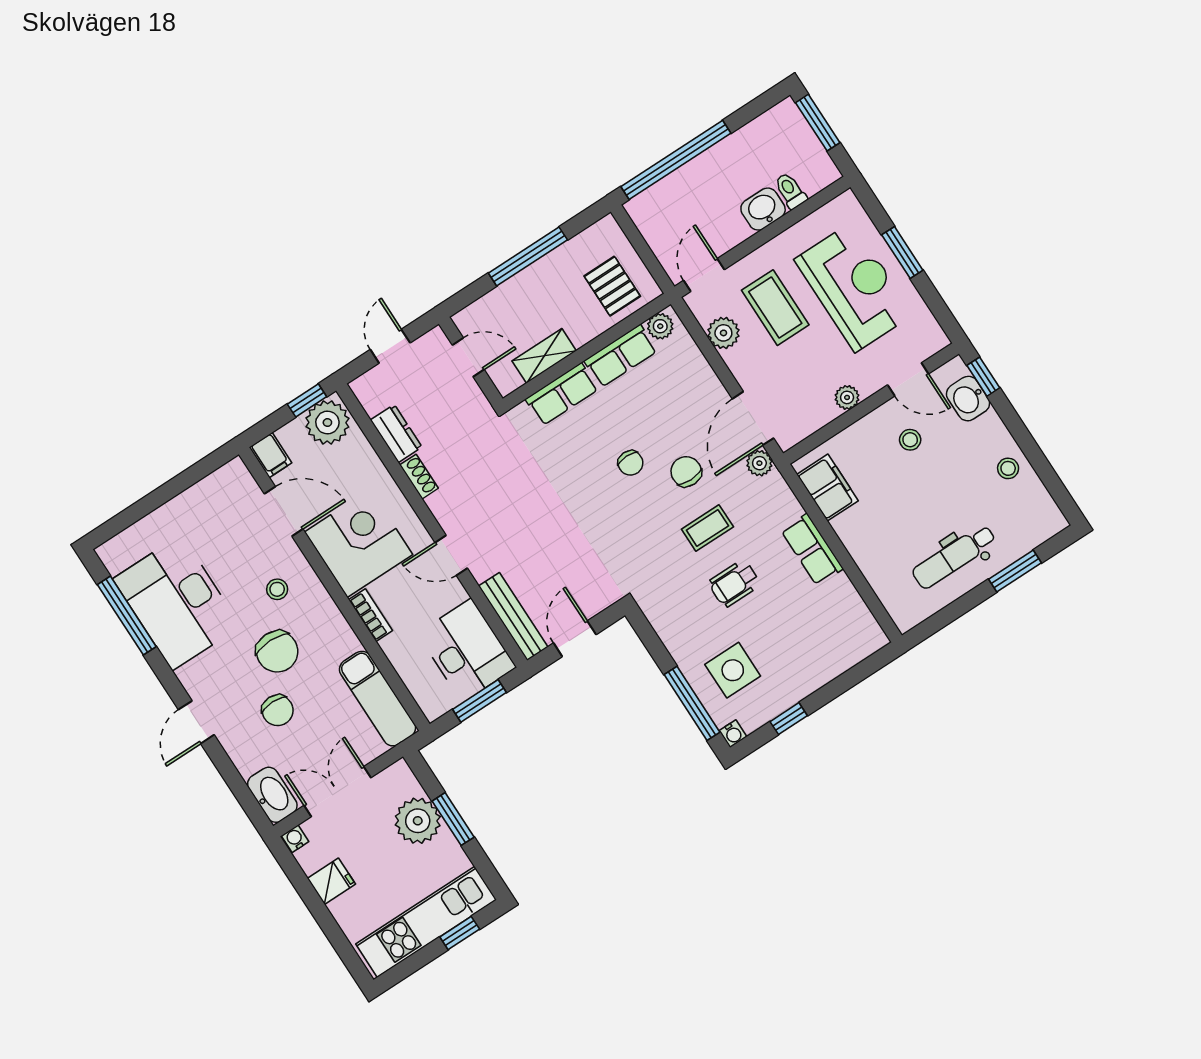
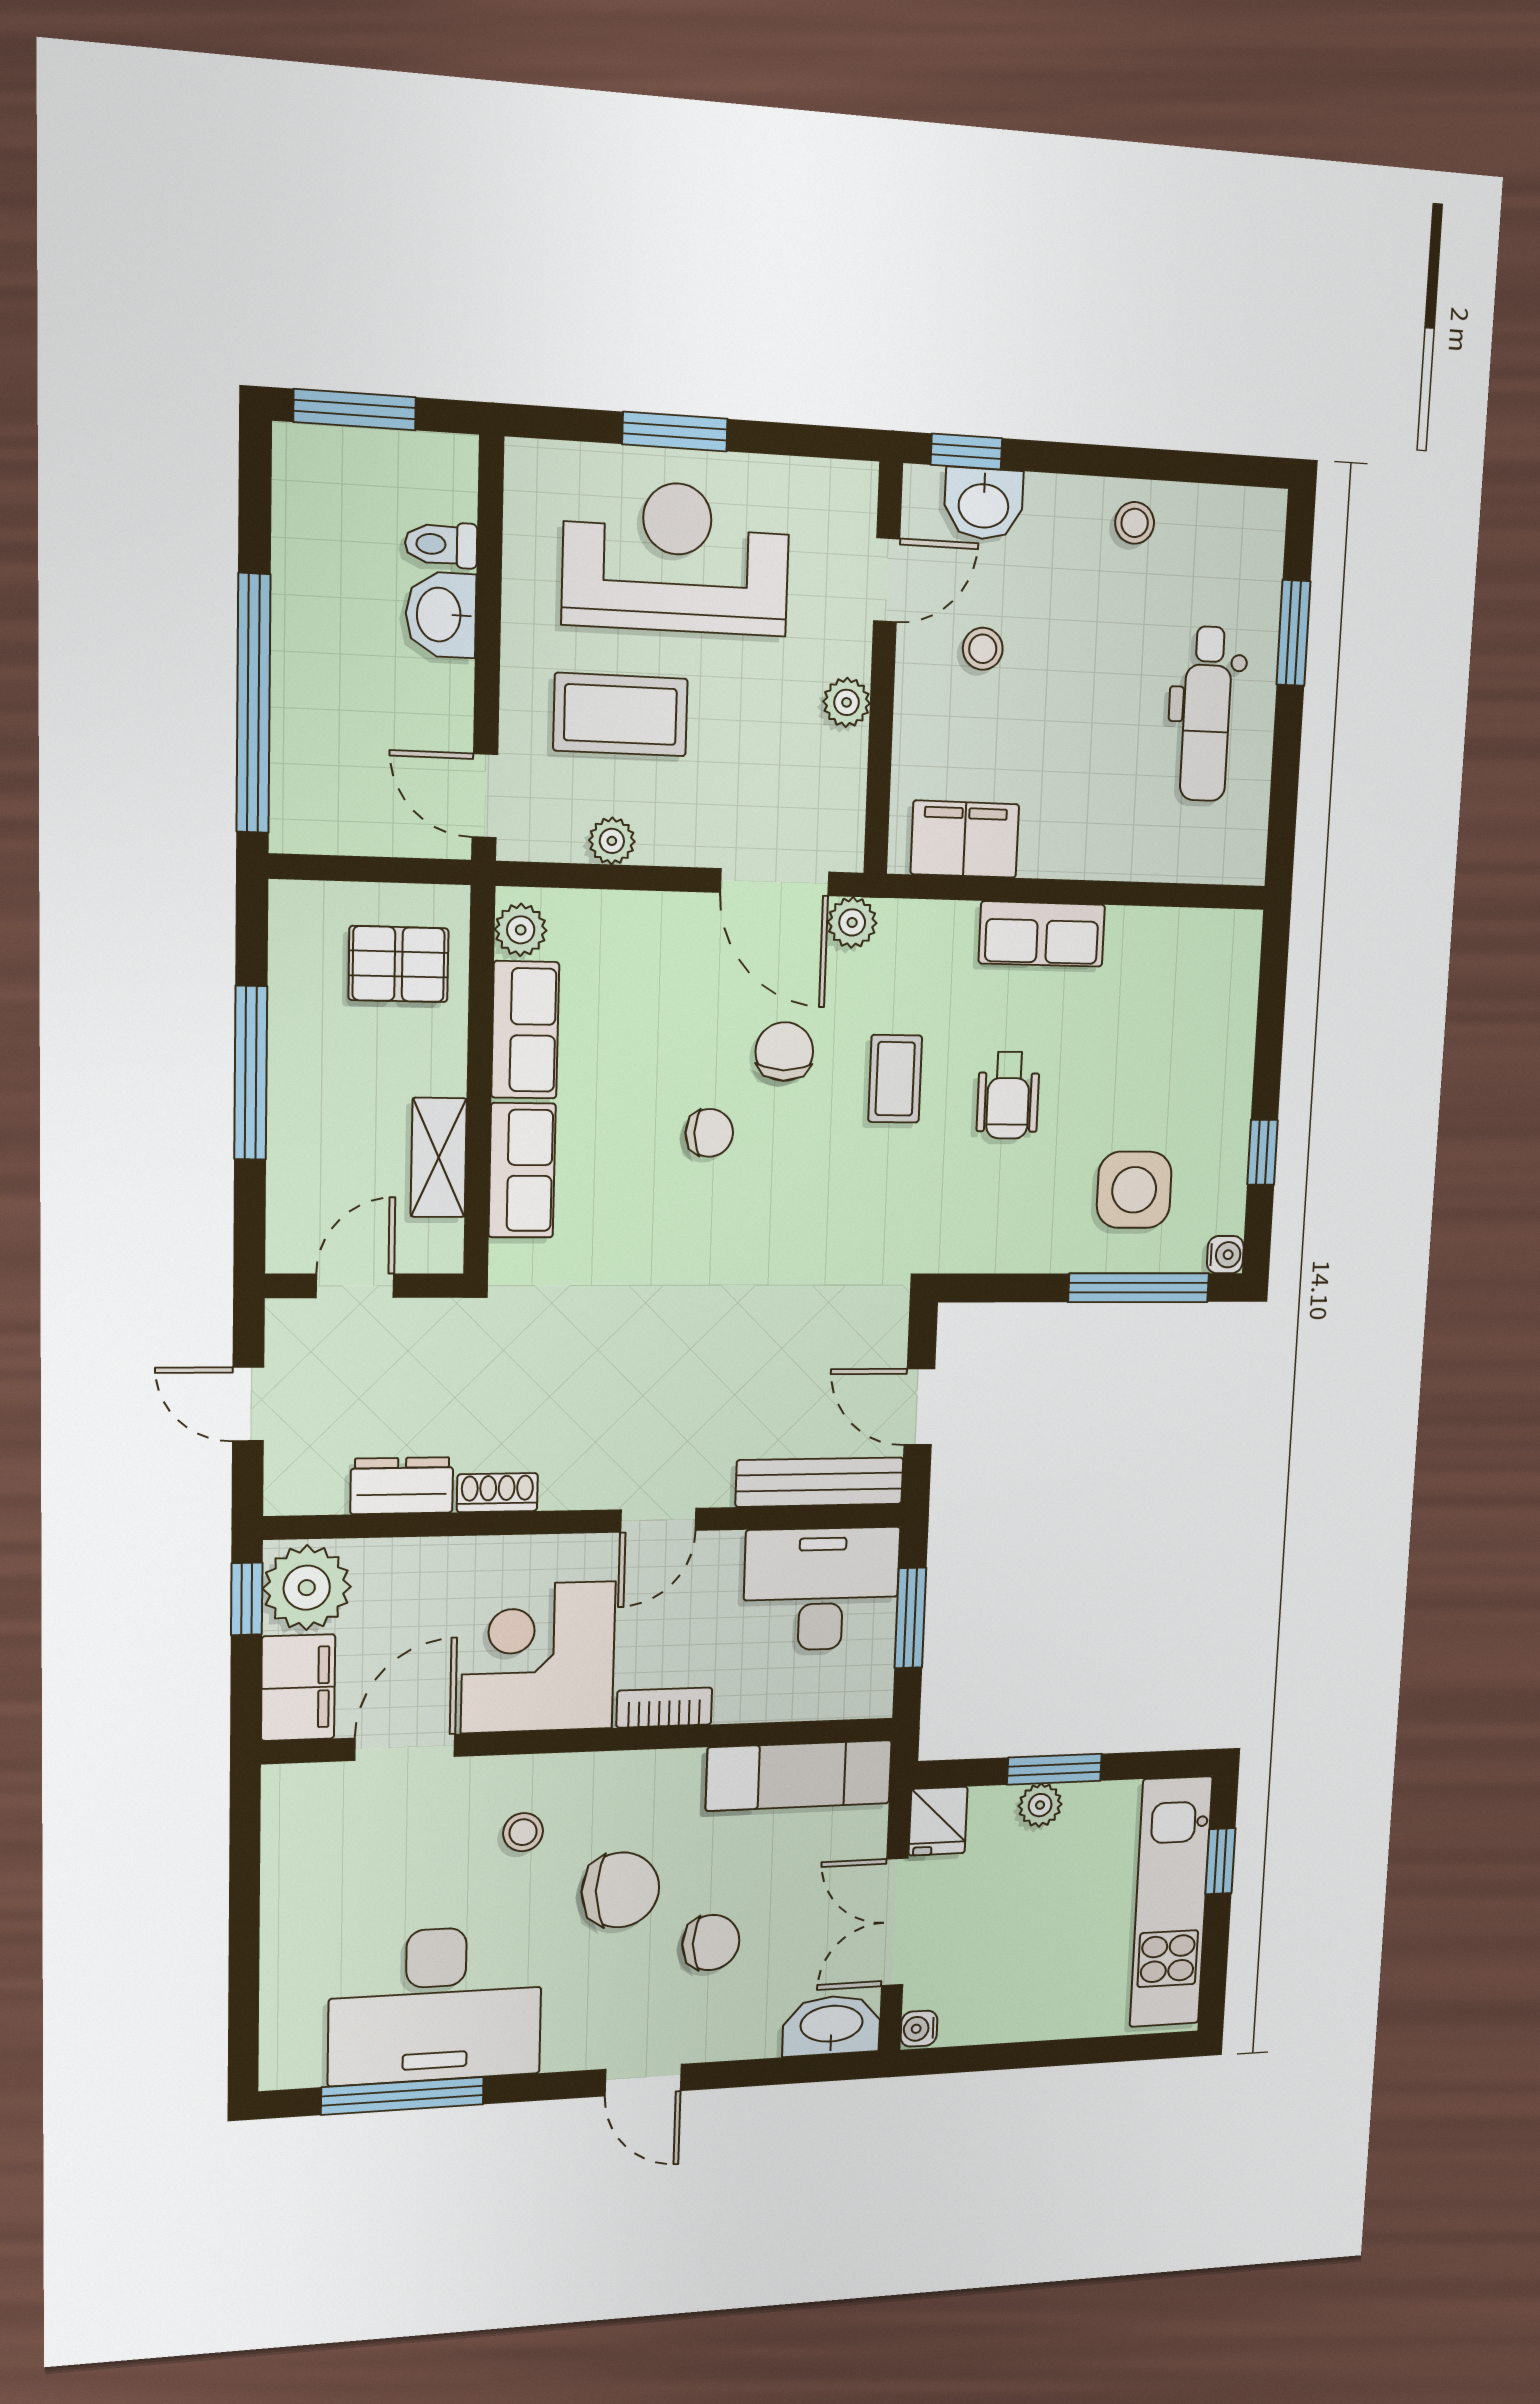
plant: (723, 333) -> (612, 841), width x0.73, depth x0.73
filing cabinet: (271, 455) -> (298, 1688), width x2.00
chair: (686, 472) -> (784, 1052), turned 90
plant: (418, 821) -> (1040, 1805), width x0.53, depth x0.53
fridge: (331, 881) -> (938, 1821), moved, turned 180

